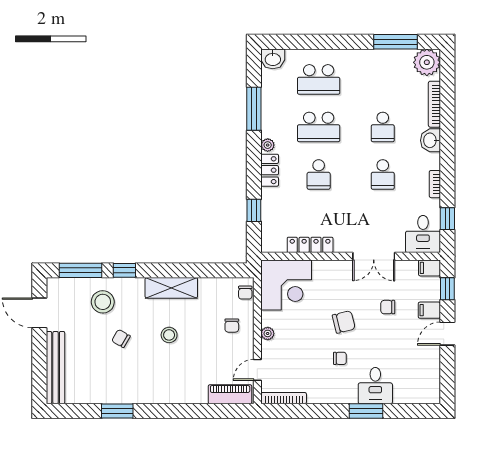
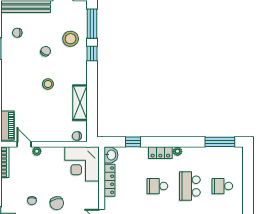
washbasin: (273, 59) -> (111, 155), moved, turned 180
school desk: (319, 79) -> (222, 186), width x0.54
window: (254, 109) -> (220, 142), moved
shelving: (171, 288) -> (80, 103), moved
chair: (232, 326) -> (17, 33), moved
plant: (268, 333) -> (37, 151), moved

